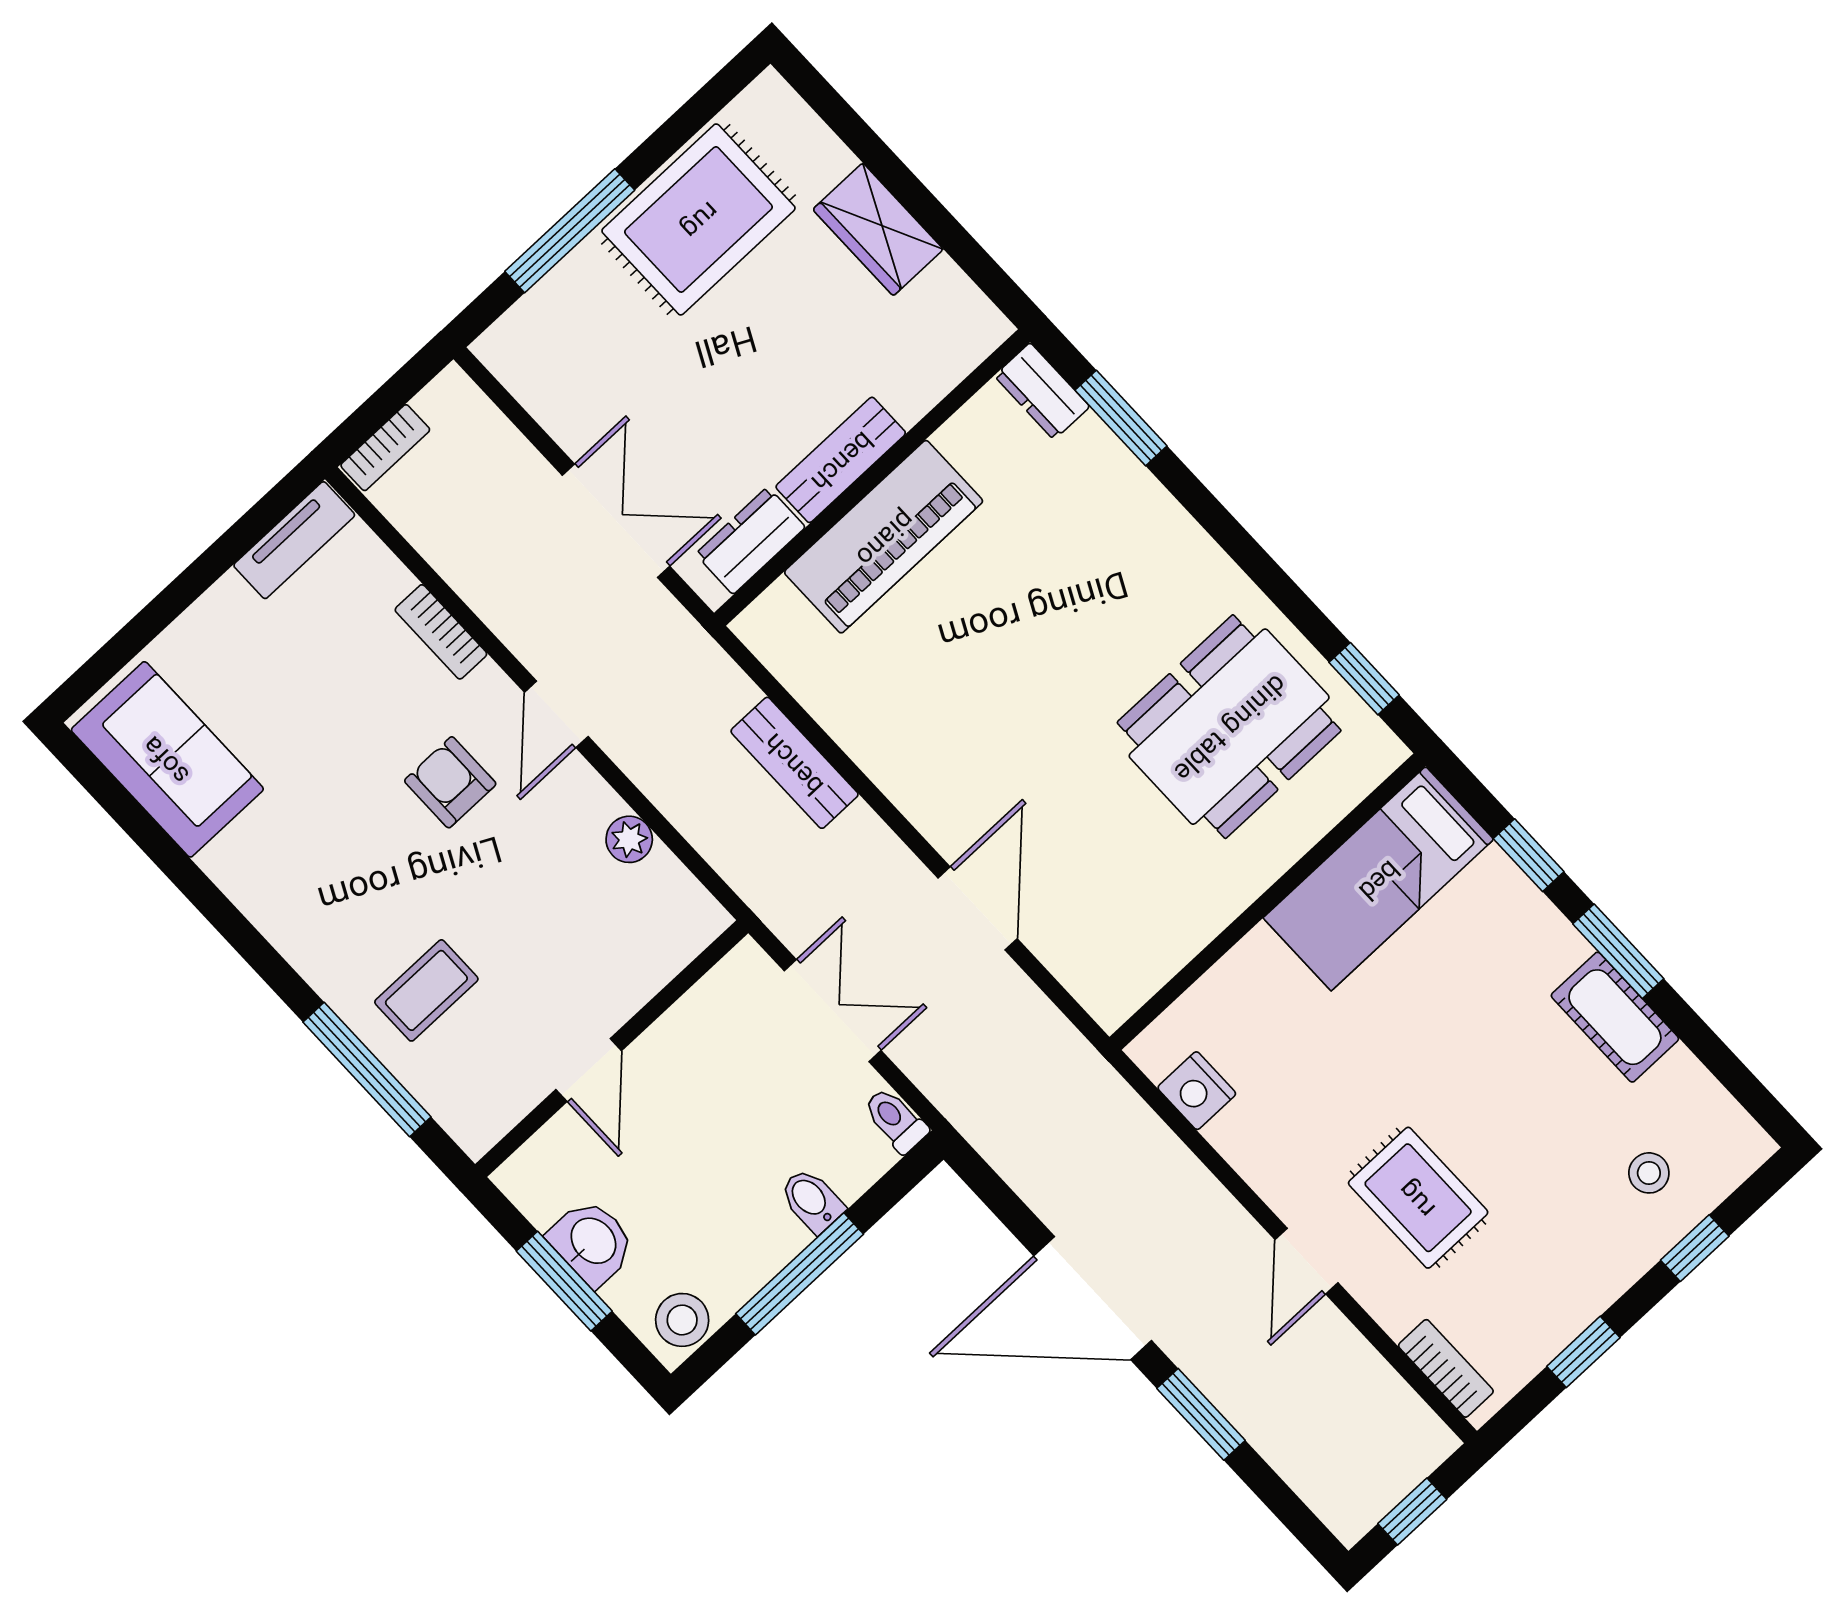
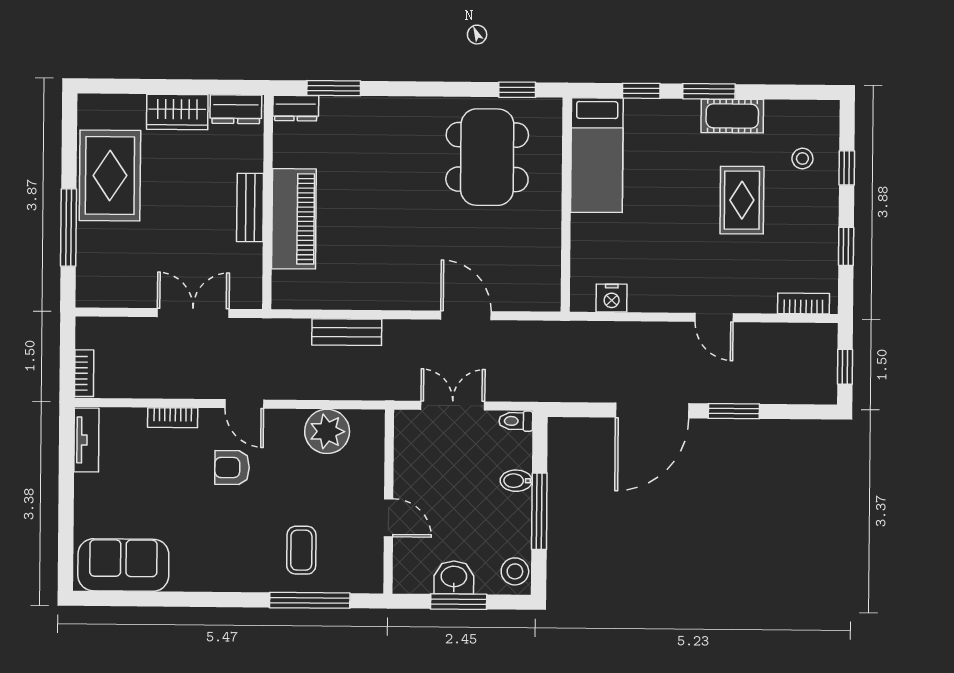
dresser: (750, 541) -> (236, 109), moved, turned -90
plant: (629, 839) -> (327, 431), width x1.88, depth x1.88
rug: (1418, 1198) -> (742, 200), moved, turned 90

